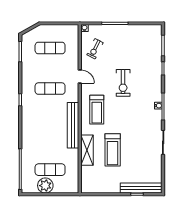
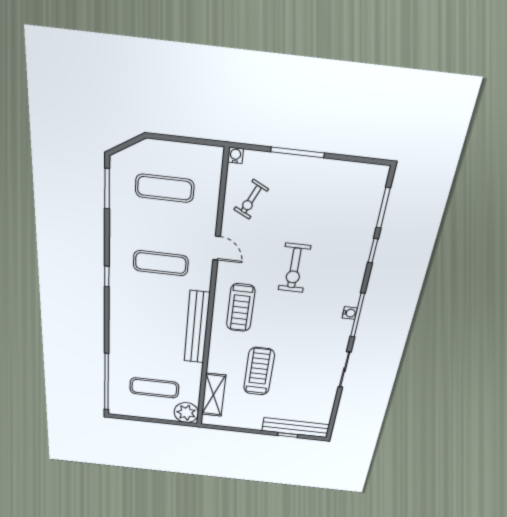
shelving: (87, 150) -> (214, 395), moved
treadmill: (113, 150) -> (259, 371), turned 180
plant: (45, 186) -> (186, 413), moved

